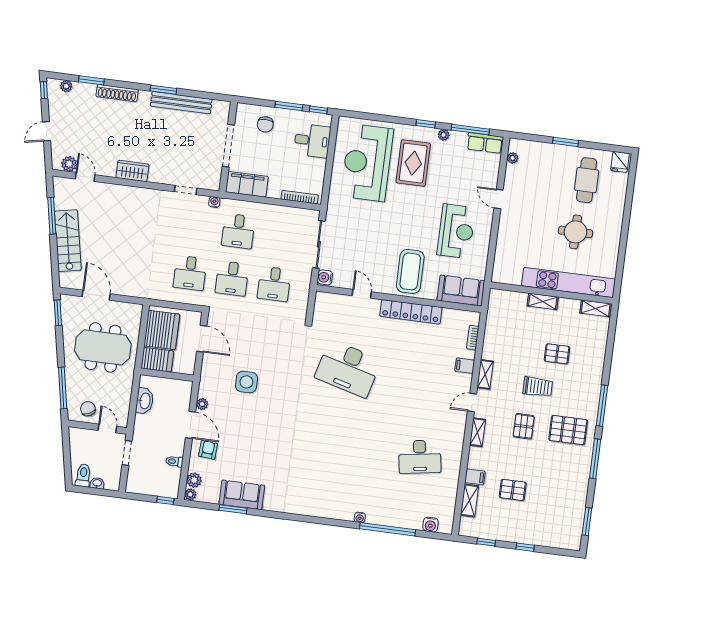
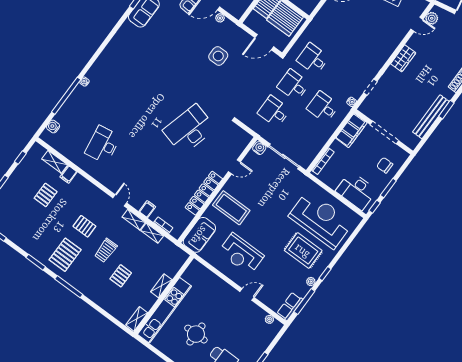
desk: (312, 141) -> (356, 191), width x1.37
shelving: (478, 432) -> (152, 233), moved
window: (595, 459) -> (36, 262), width x0.69

